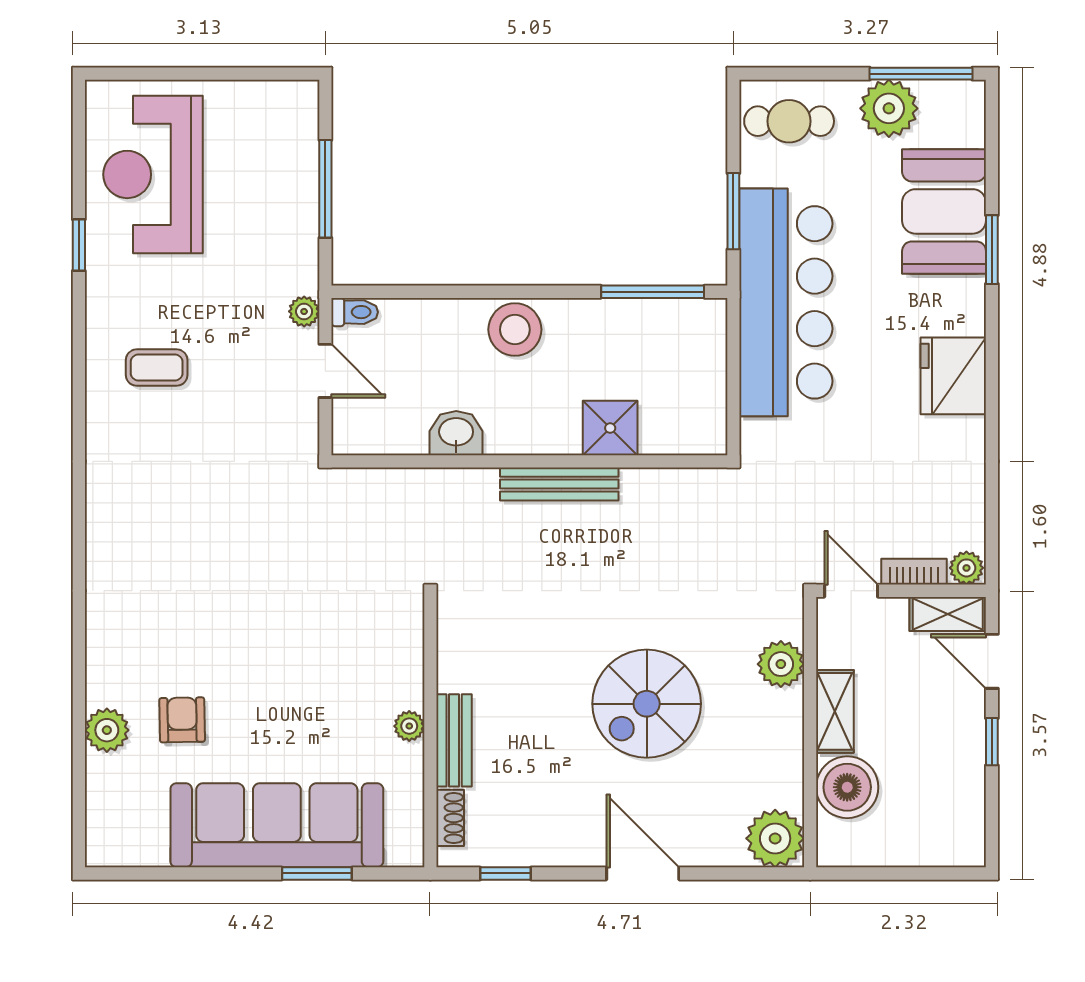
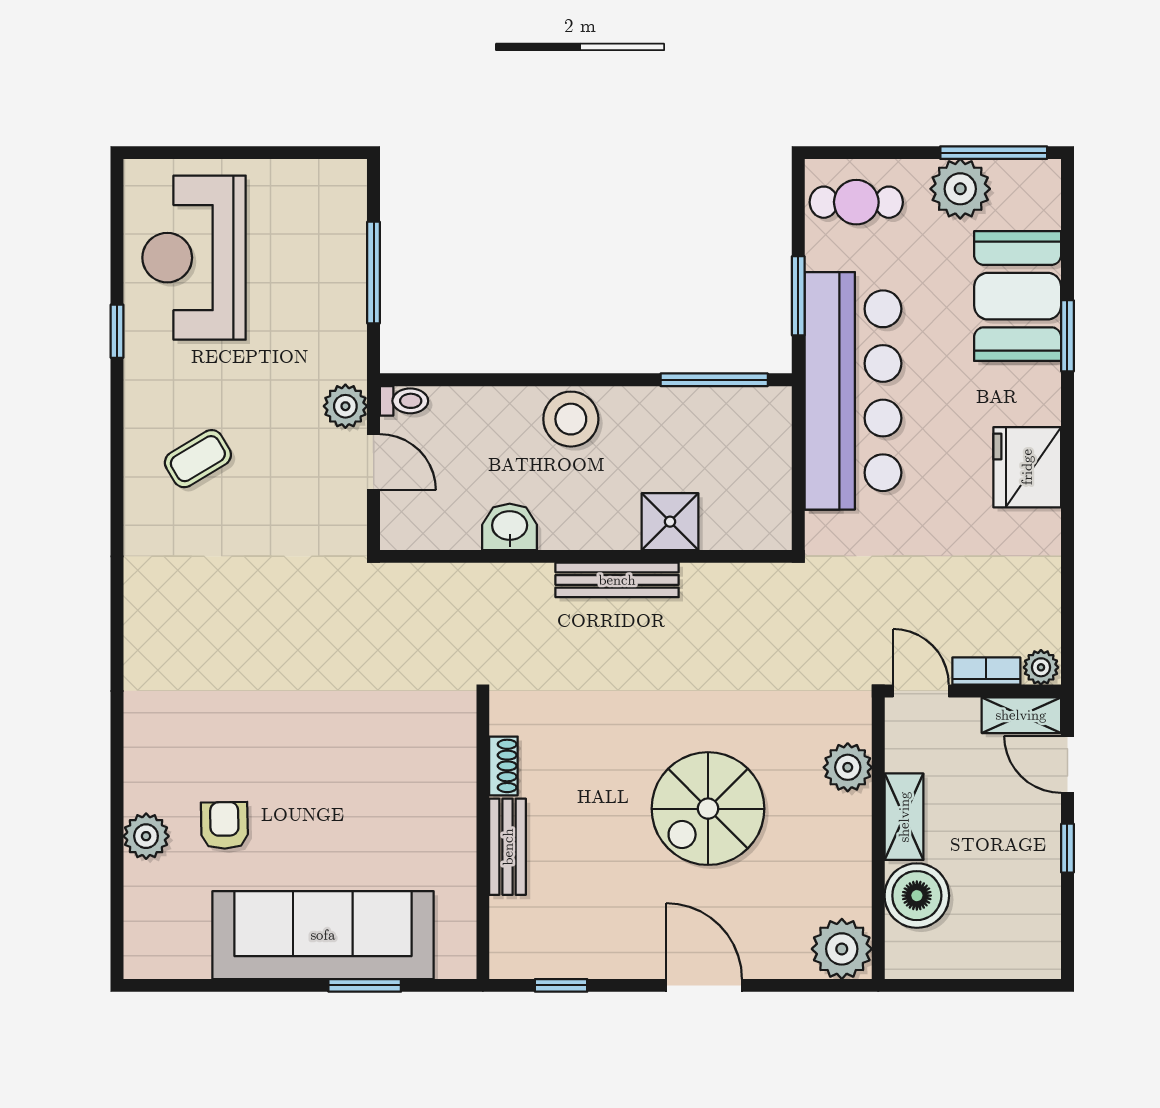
plant: (304, 311) -> (345, 406), width x1.38, depth x1.38
coffee table: (157, 368) -> (198, 459), turned -31
plant: (409, 726) -> (461, 832), removed
shoe rack: (450, 818) -> (503, 766), moved

